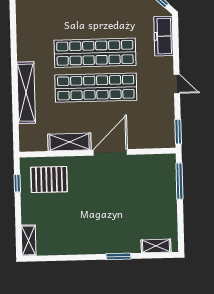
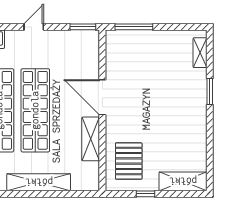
window: (17, 183) -> (145, 194), moved
shelving: (29, 240) -> (183, 181), width x1.50, depth x1.33

